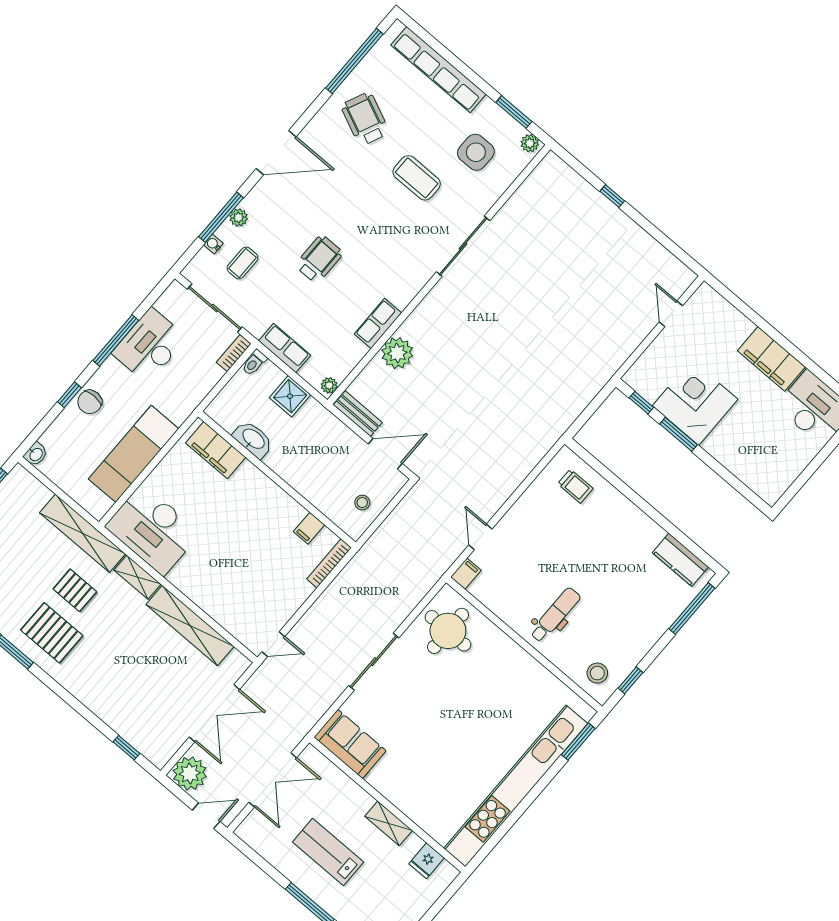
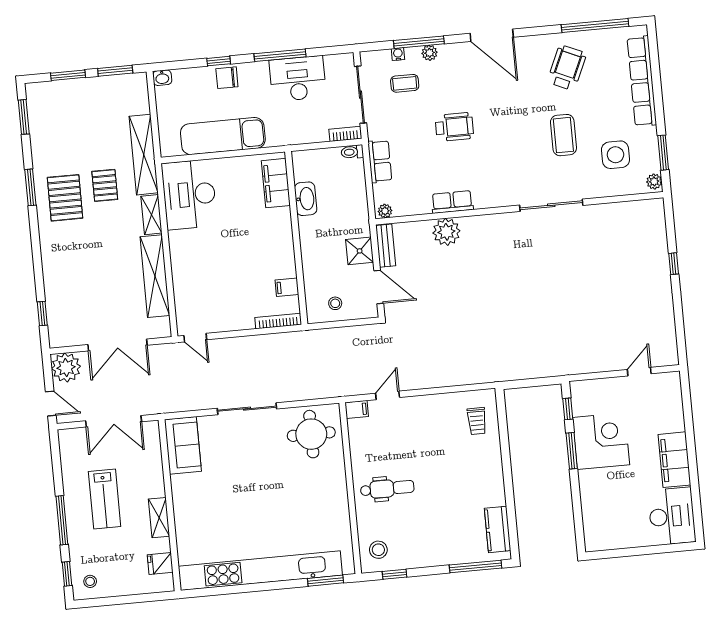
shower: (290, 396) -> (360, 251), moved
lab bench: (328, 852) -> (105, 499), turned 180

